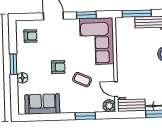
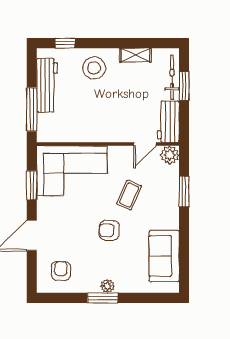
plant: (21, 67) -> (108, 286), added
armchair: (58, 67) -> (109, 230), turned -88
floor lamp: (22, 78) -> (124, 285), removed

